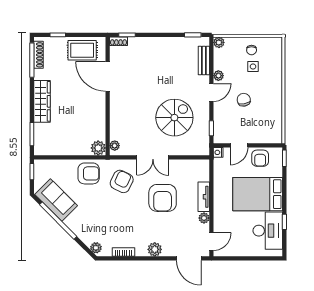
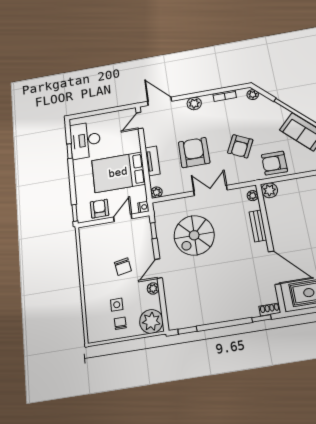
plant: (219, 42) -> (151, 321), width x1.87, depth x1.87
bench: (204, 60) -> (258, 226), moved
armchair: (122, 181) -> (240, 146), moved
bed: (258, 194) -> (118, 172), moved, turned 180
plant: (204, 218) -> (156, 192), moved

